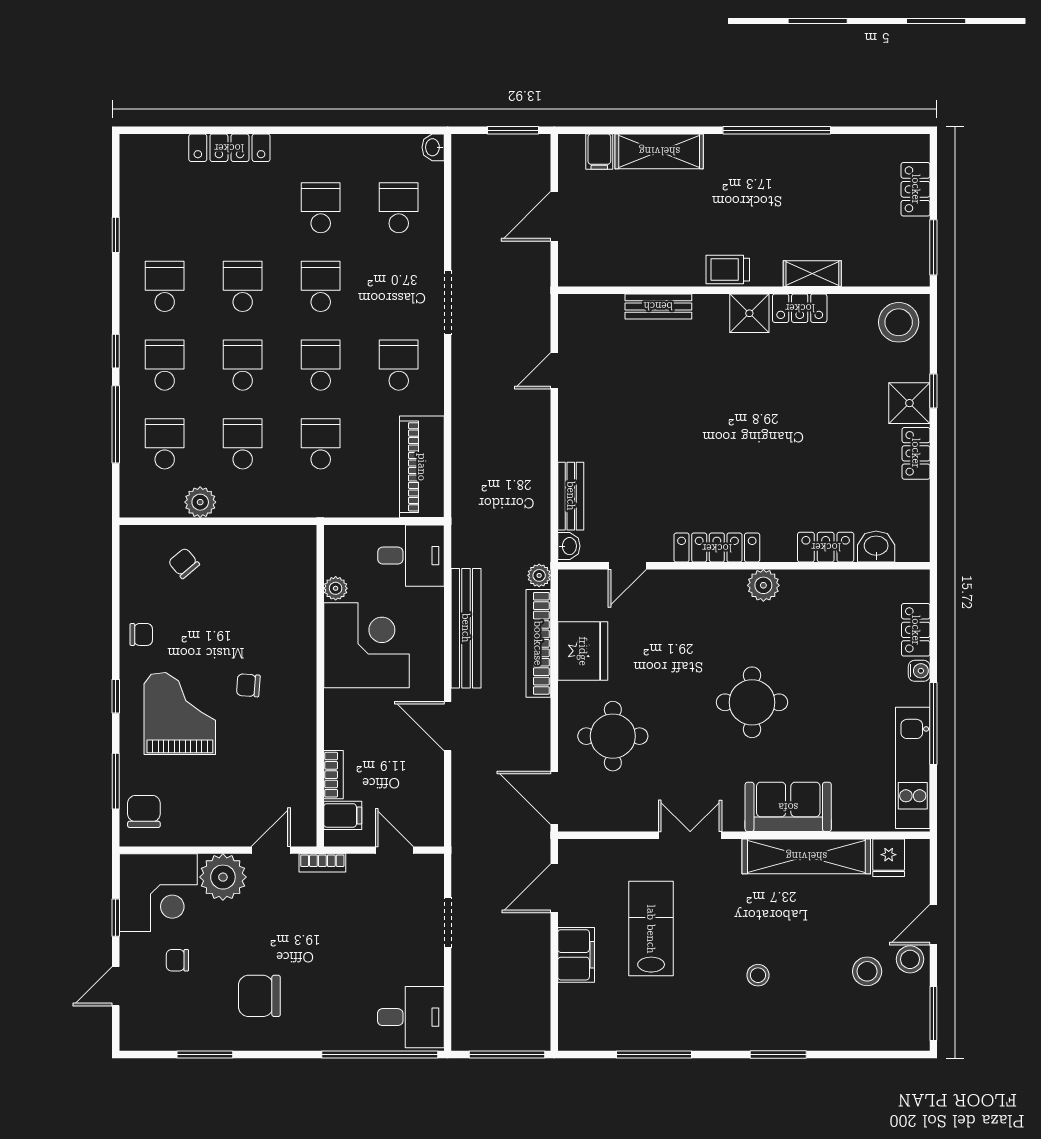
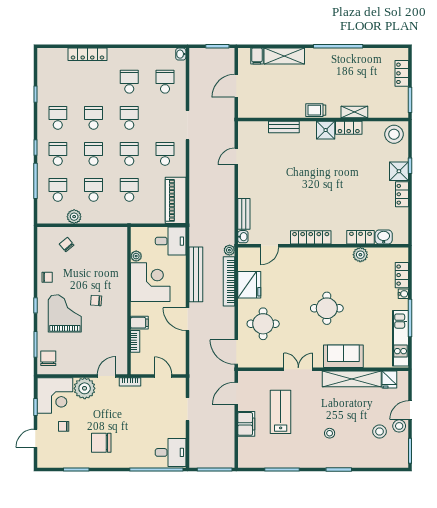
plant: (763, 585) -> (360, 255), moved
filing cabinet: (343, 815) -> (139, 323), moved

